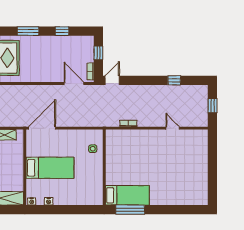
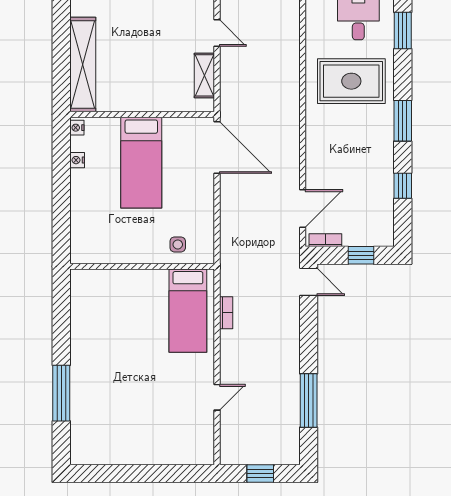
window: (174, 80) -> (309, 401), width x2.17
bed: (127, 195) -> (188, 311), moved
window: (130, 210) -> (61, 393), moved

